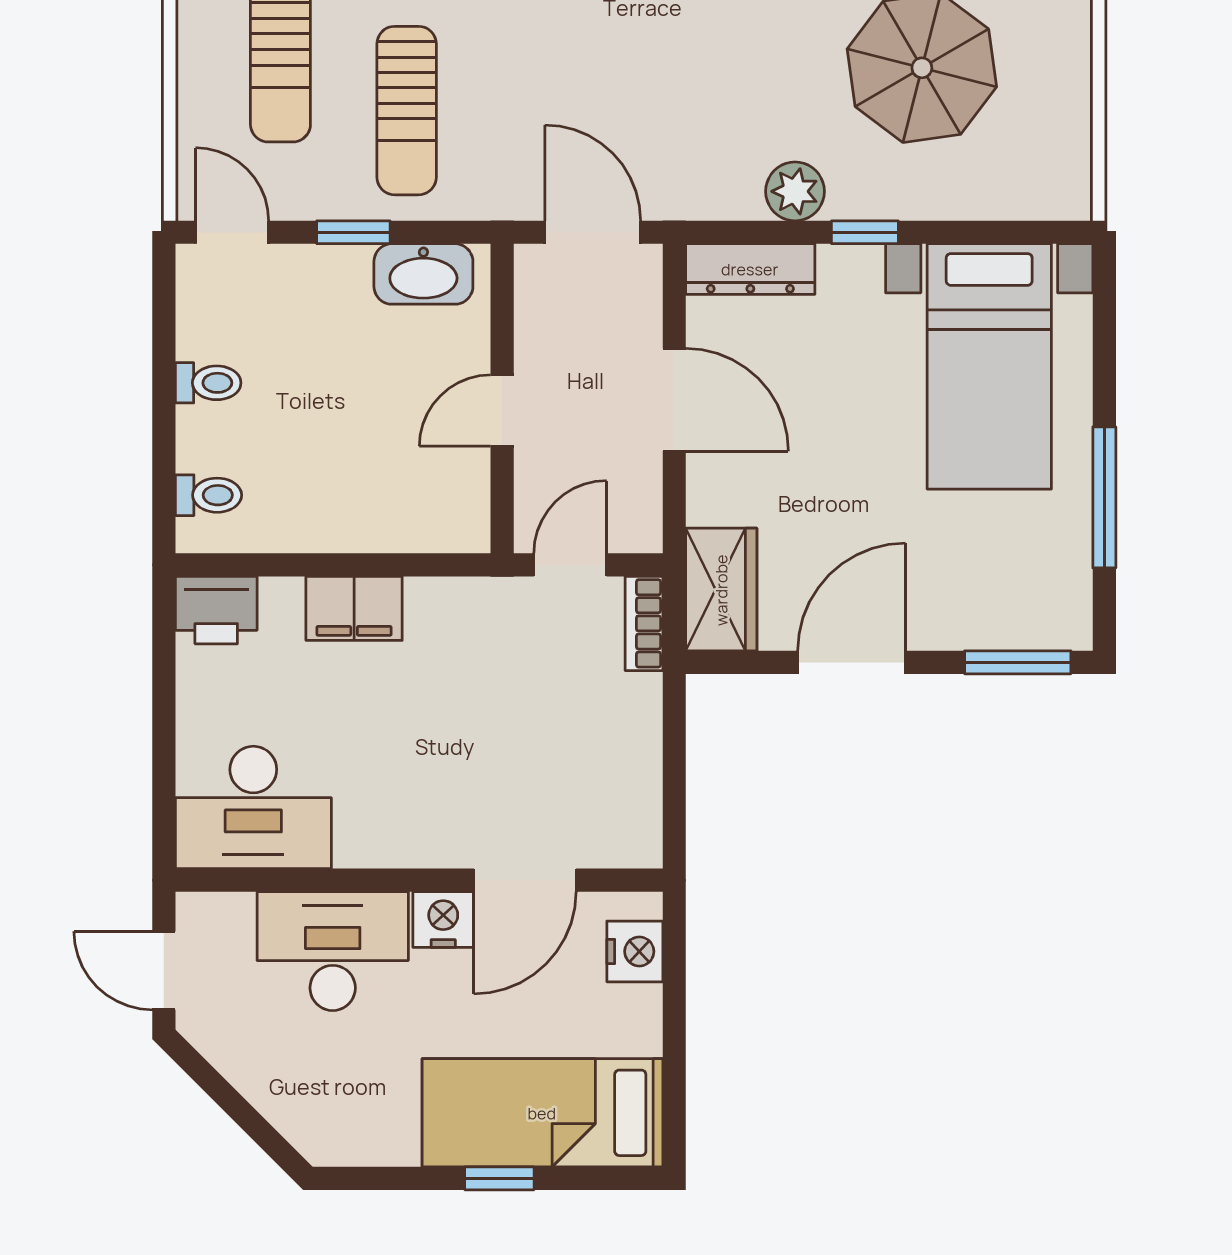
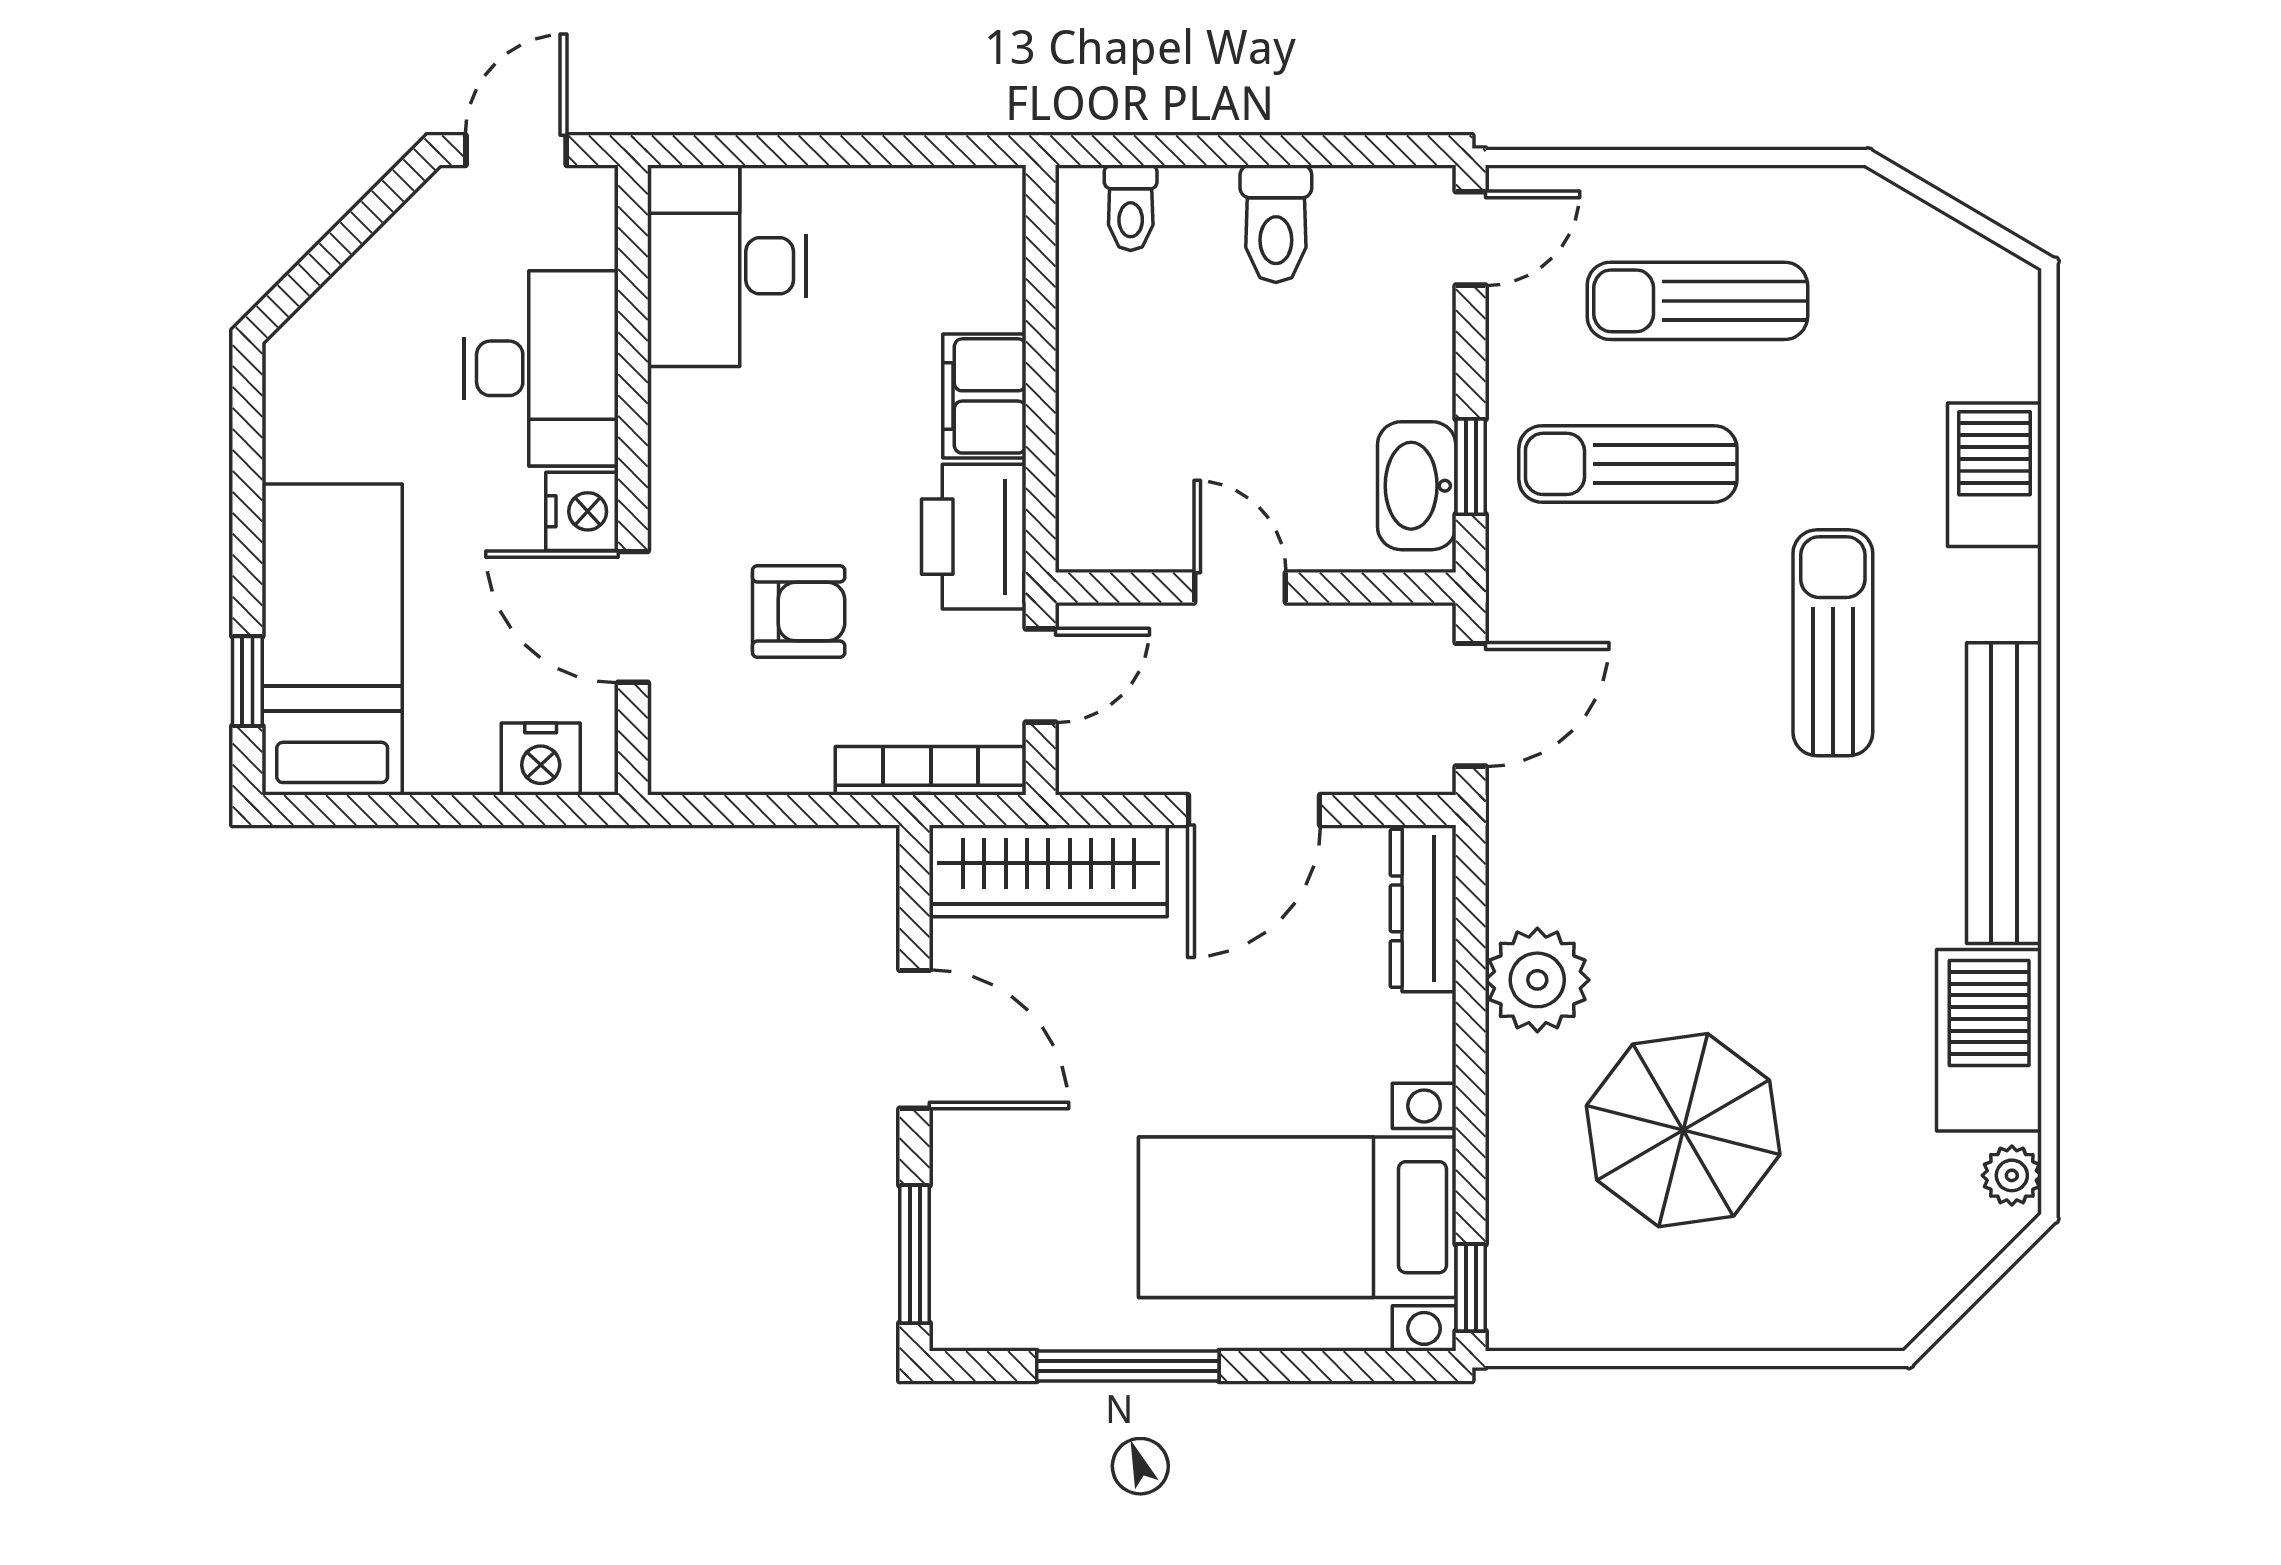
plant: (795, 191) -> (1537, 980), width x1.36, depth x1.36
window: (353, 232) -> (1471, 467), moved
window: (865, 232) -> (1471, 1288), moved
toilet: (208, 383) -> (1276, 224), width x1.37, depth x1.39
door: (570, 565) -> (1041, 676), hinge flipped
wardrobe: (721, 590) -> (1048, 871), width x1.50
printer: (216, 610) -> (974, 537), moved, width x1.37, depth x1.19
bookcase: (644, 623) -> (931, 771), width x1.56
armchair: (521, 752) -> (799, 612), added
window: (499, 1178) -> (247, 681), moved

